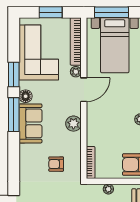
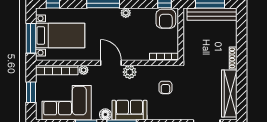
door: (84, 90) -> (111, 63), moved
plant: (108, 189) -> (188, 41), removed

